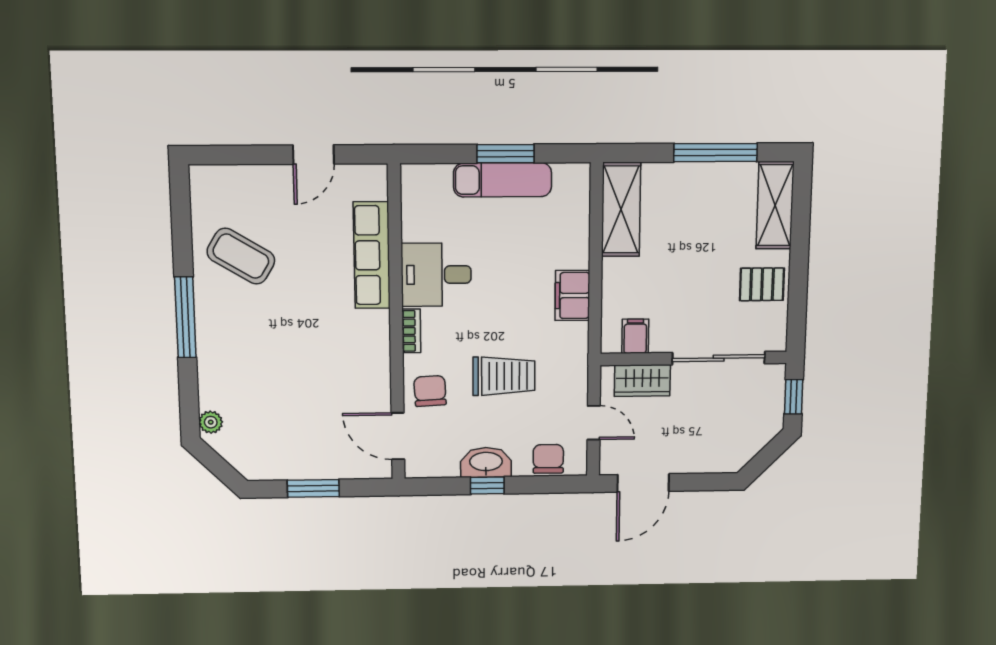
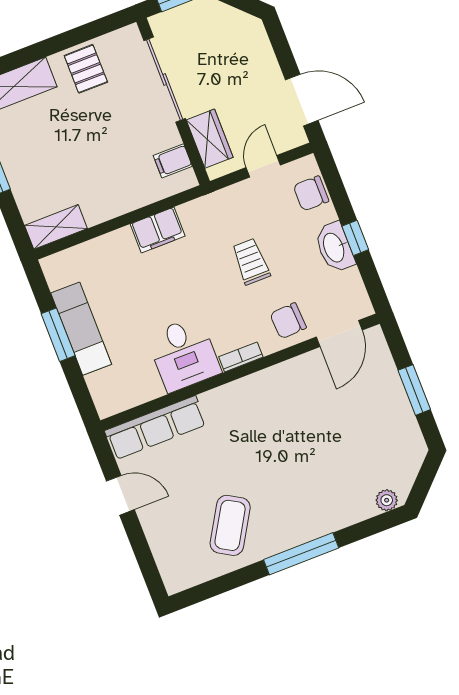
shelving: (621, 209) -> (56, 227), width x0.67, depth x0.75
row of seats: (372, 255) -> (156, 428), moved
trolley: (504, 376) -> (251, 262), width x0.73, depth x0.72

